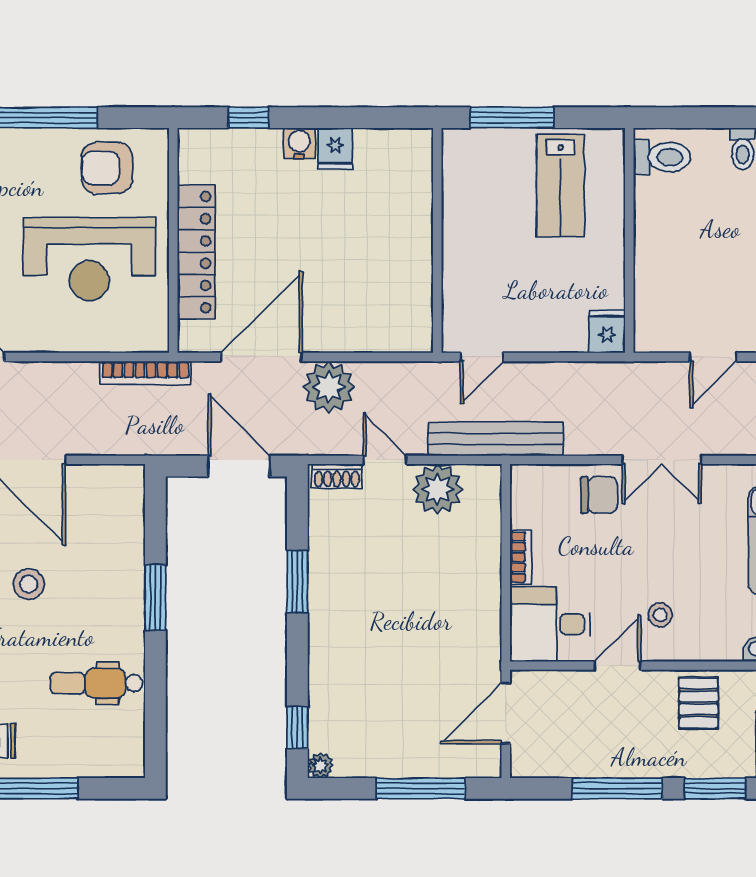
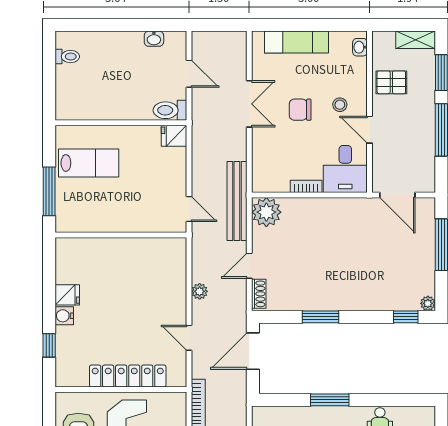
toilet: (662, 157) -> (170, 110), moved, turned -90
door: (262, 357) -> (189, 338), width x0.53
plant: (329, 387) -> (200, 291), width x0.53, depth x0.53
plant: (438, 489) -> (266, 212), moved
chair: (599, 495) -> (300, 110), moved, turned -90

